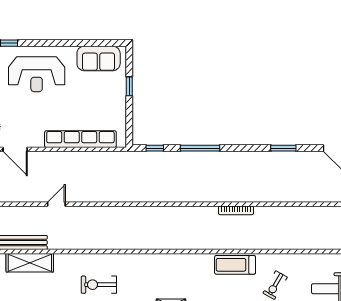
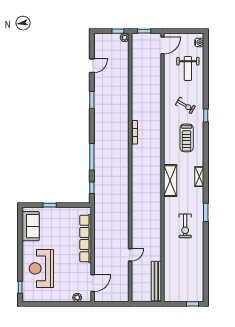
reception desk: (37, 74) -> (41, 268), turned 180
door: (56, 204) -> (130, 255), swing flipped
shelving: (30, 263) -> (170, 181), moved
treadmill: (235, 265) -> (187, 138), moved

